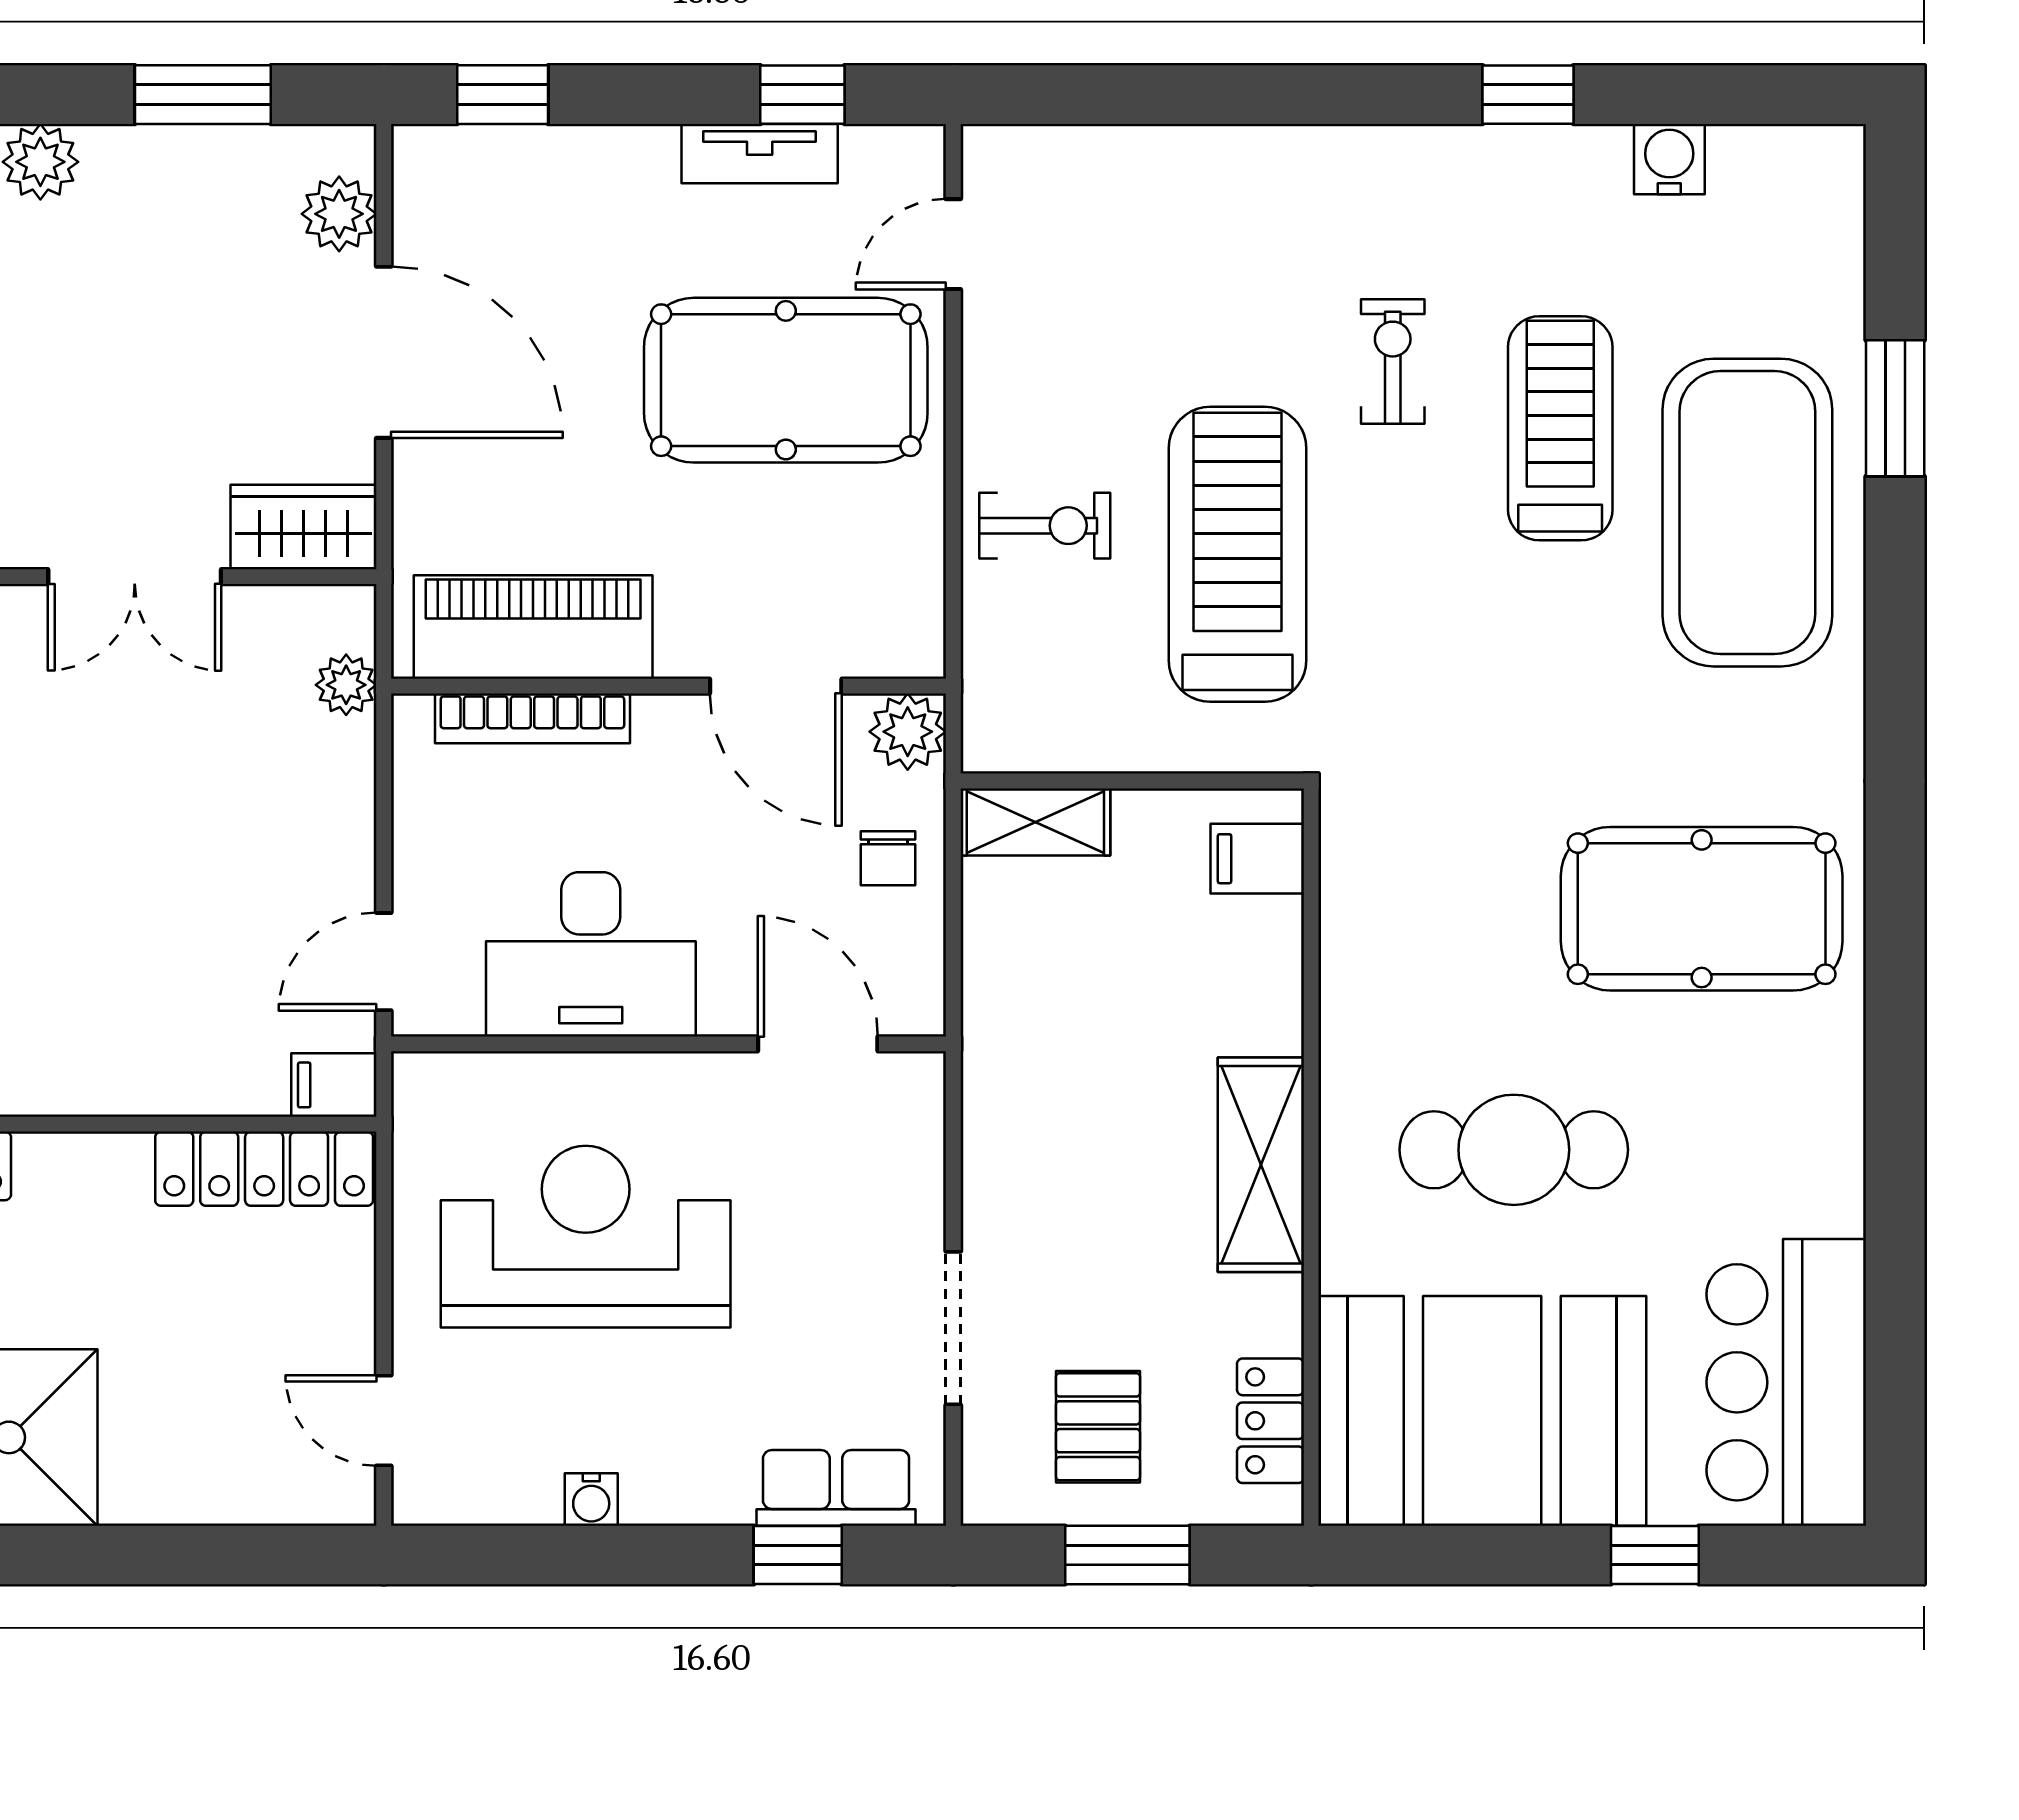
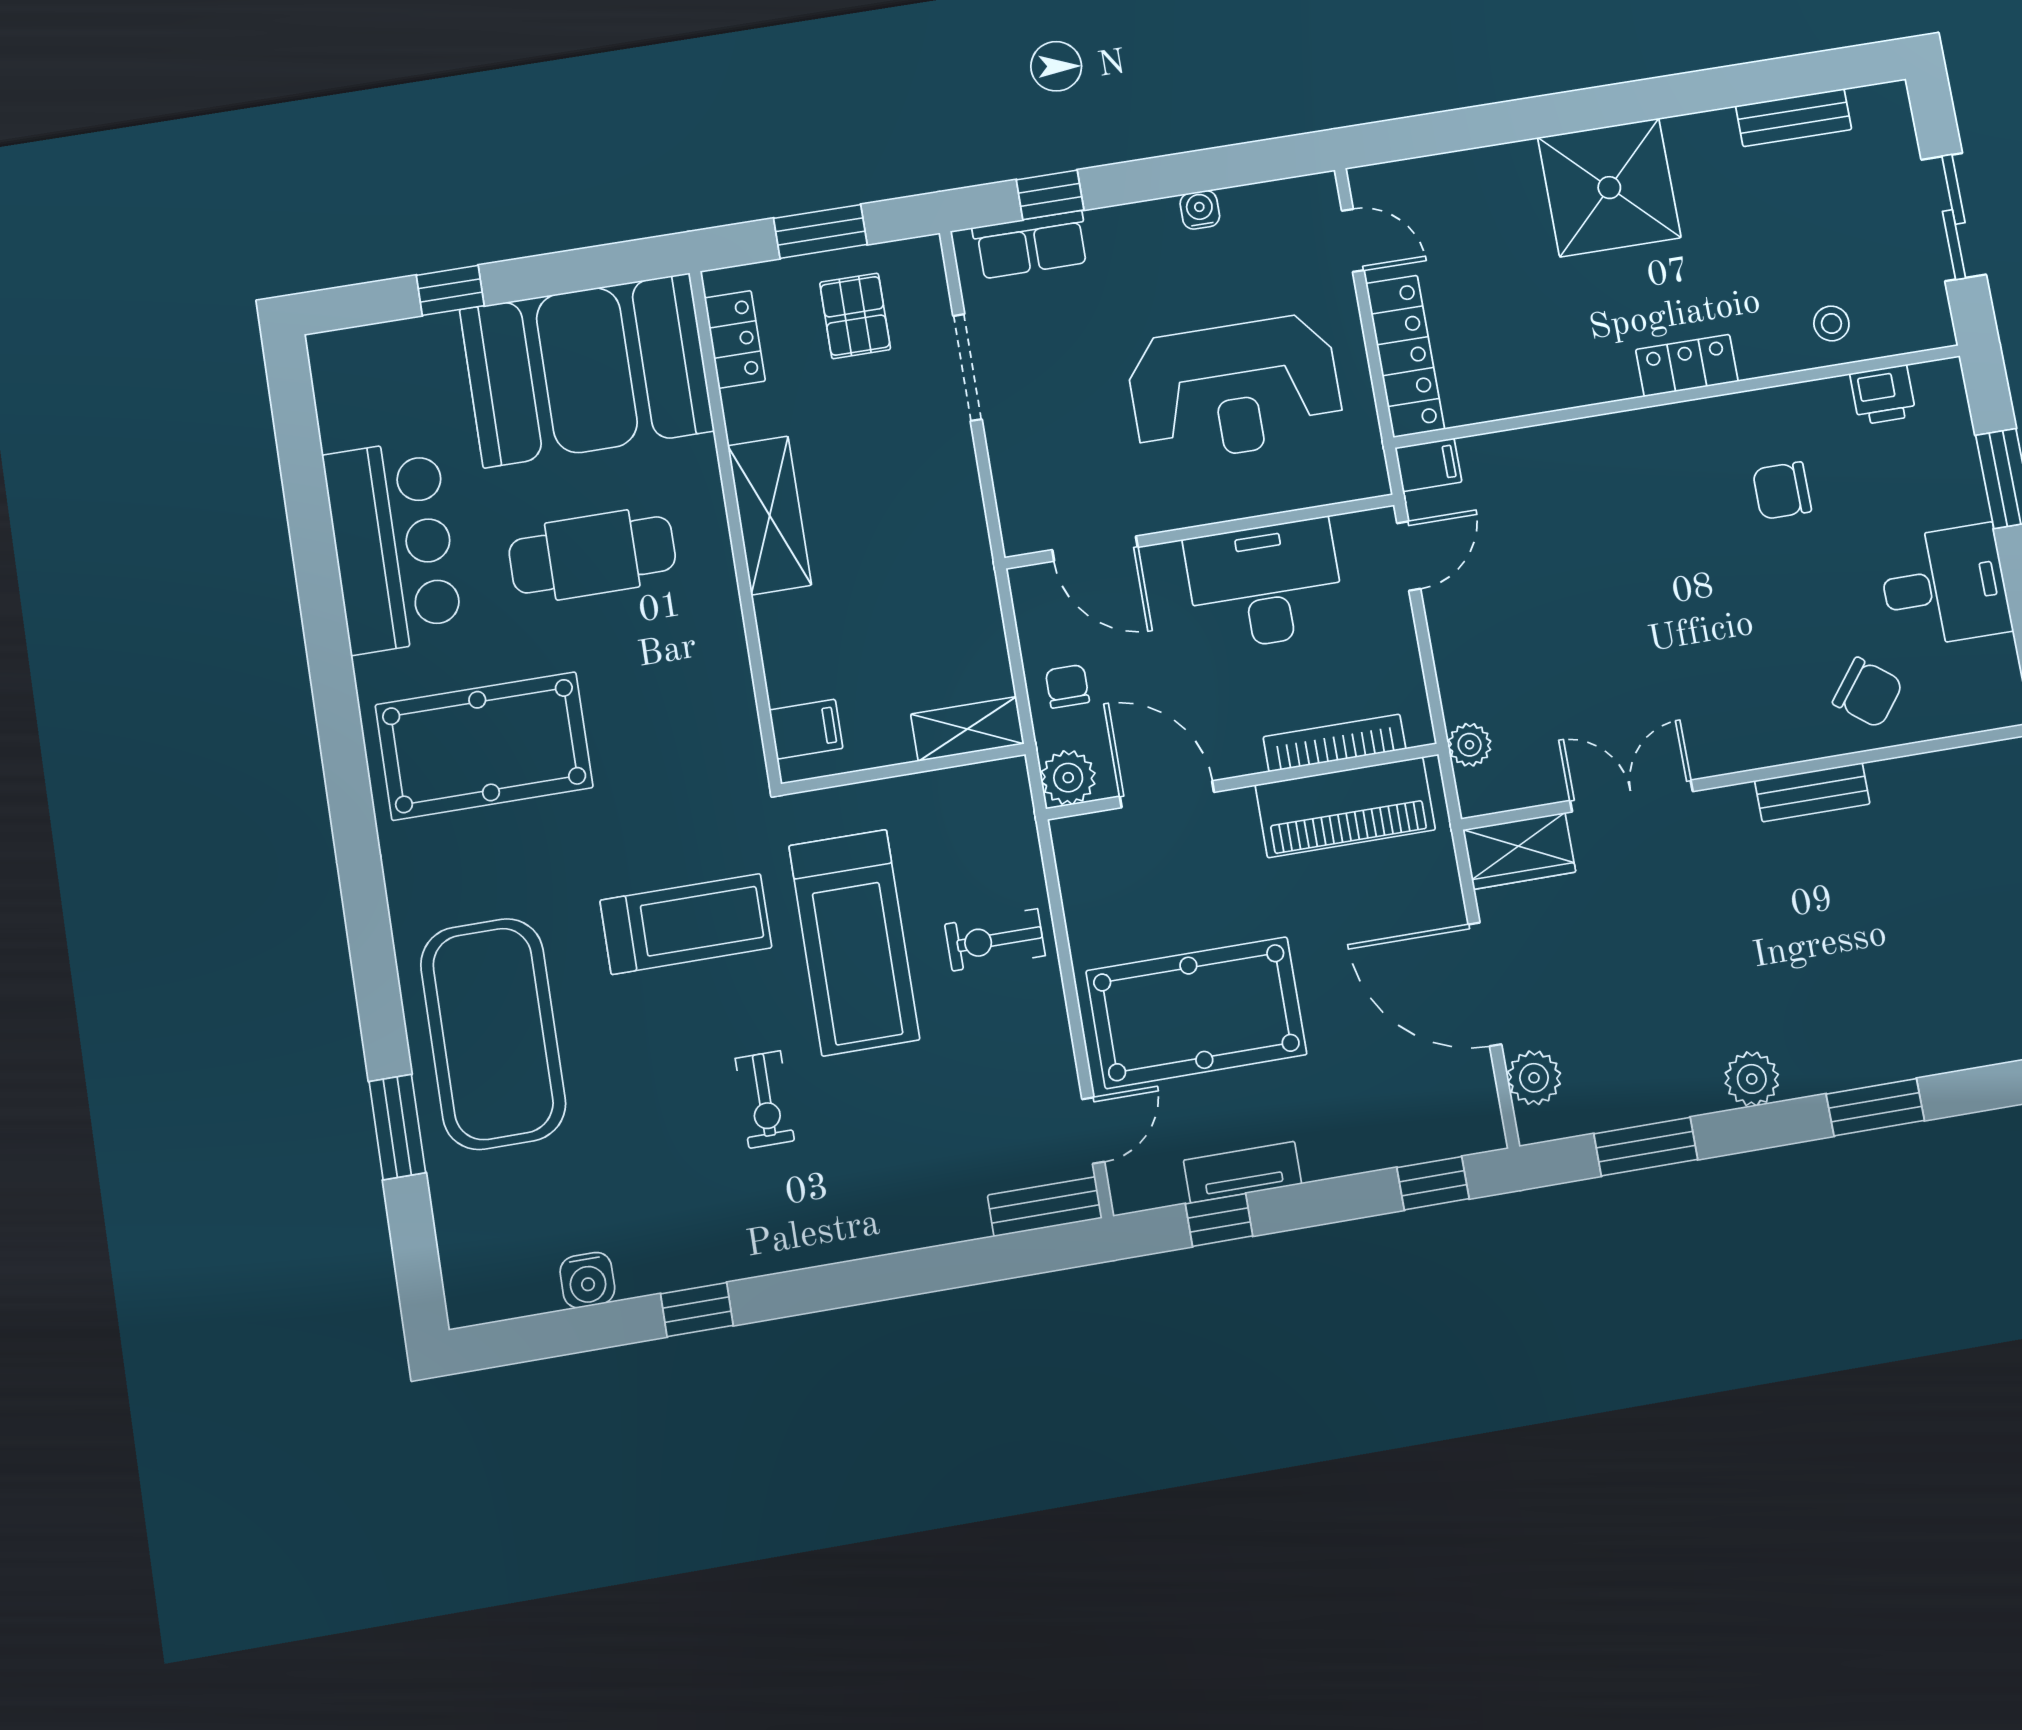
bench: (1036, 153) -> (1045, 1207), added
treadmill: (1560, 428) -> (686, 924), moved, turned -90
locker: (264, 1169) -> (1405, 356), moved, turned 90
bar counter: (1786, 1382) -> (393, 546), moved

